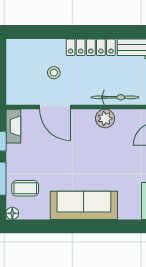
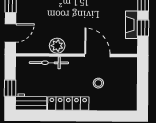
fireplace: (13, 126) -> (132, 25), moved

